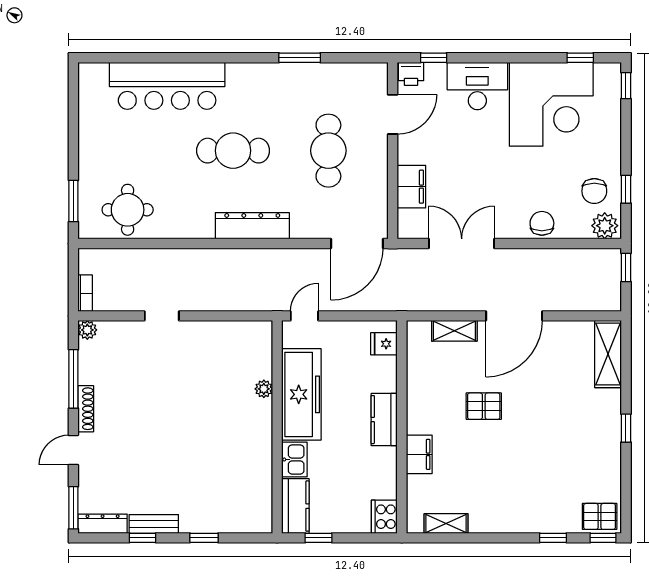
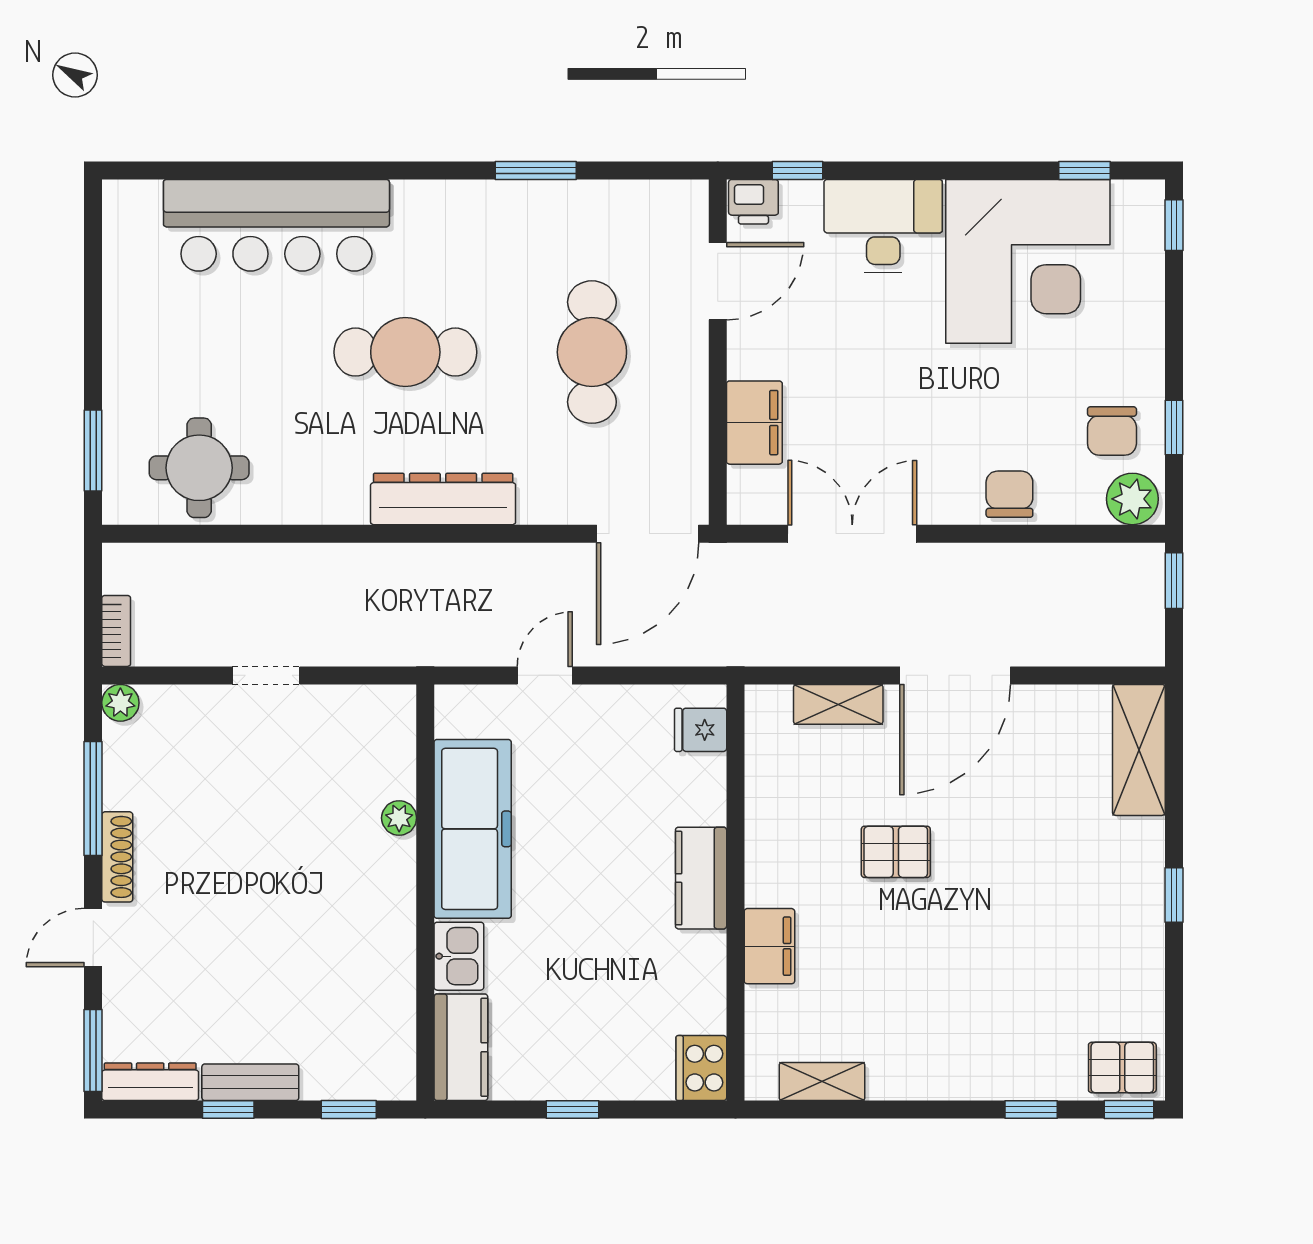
plant: (264, 389) -> (399, 818), moved
freezer: (301, 394) -> (473, 829), moved
wall: (277, 427) -> (425, 893), moved
kitchen sink: (294, 459) -> (459, 956), moved
kitchen counter: (295, 506) -> (461, 1047), moved

